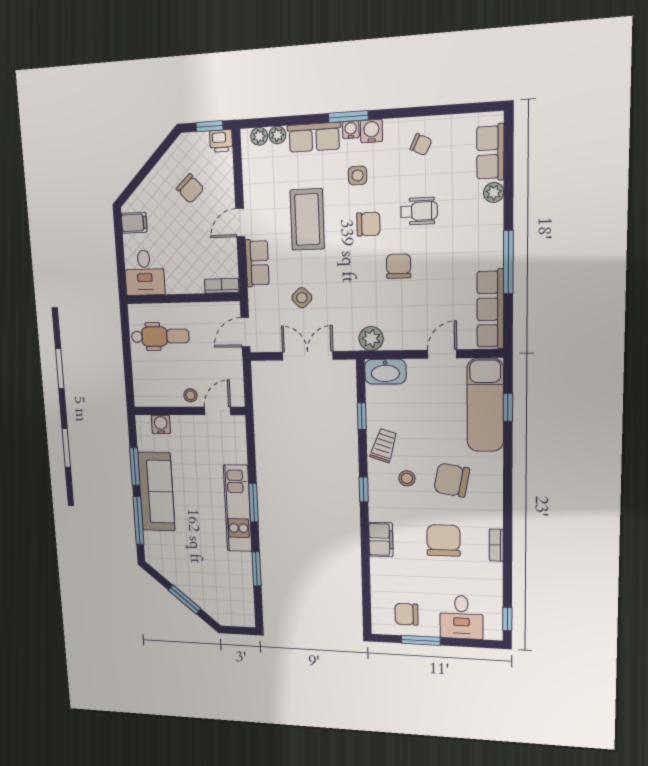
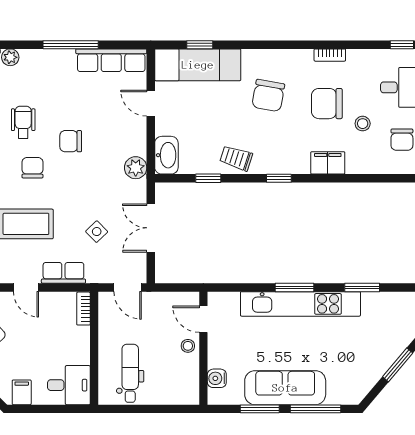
stool: (407, 478) -> (363, 124), moved
kitchen unit: (238, 508) -> (300, 304), width x1.36

